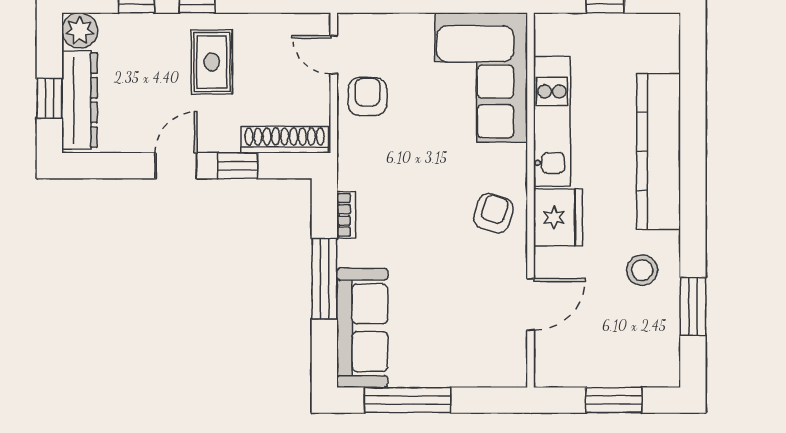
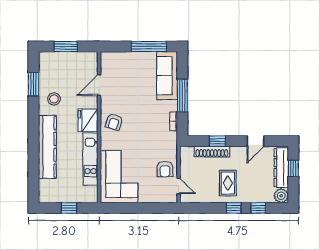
shoe rack: (285, 140) -> (212, 152), moved
door: (176, 166) -> (256, 141), moved

